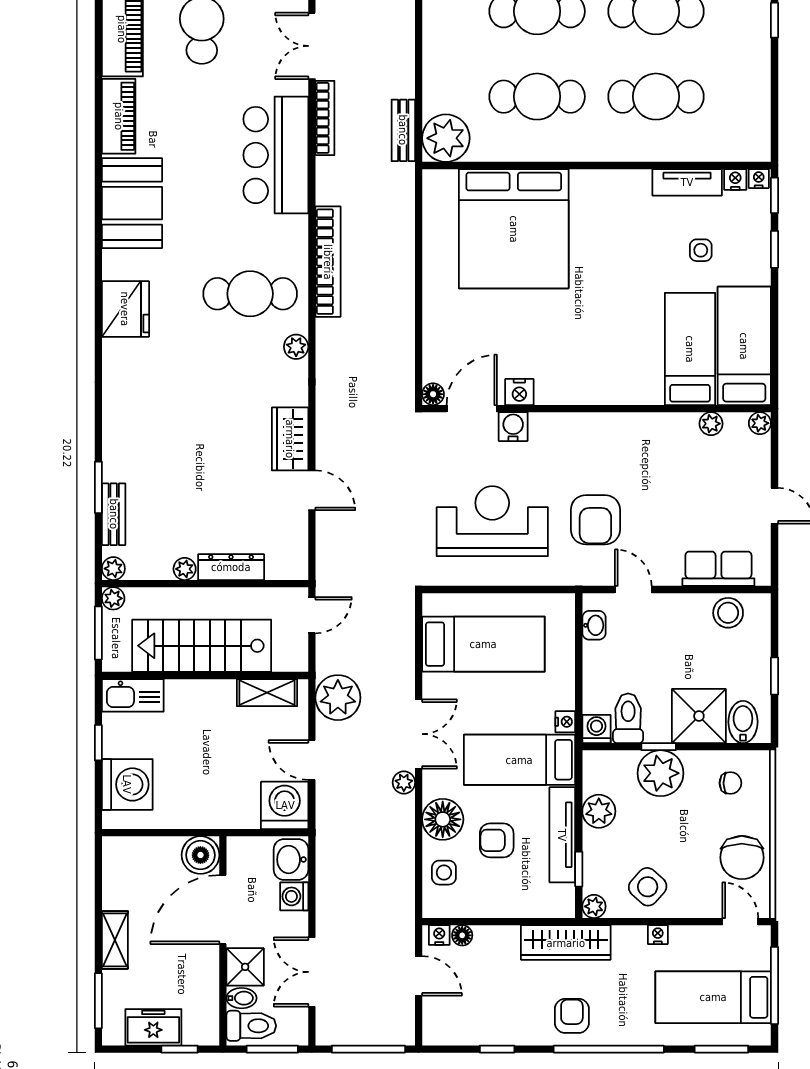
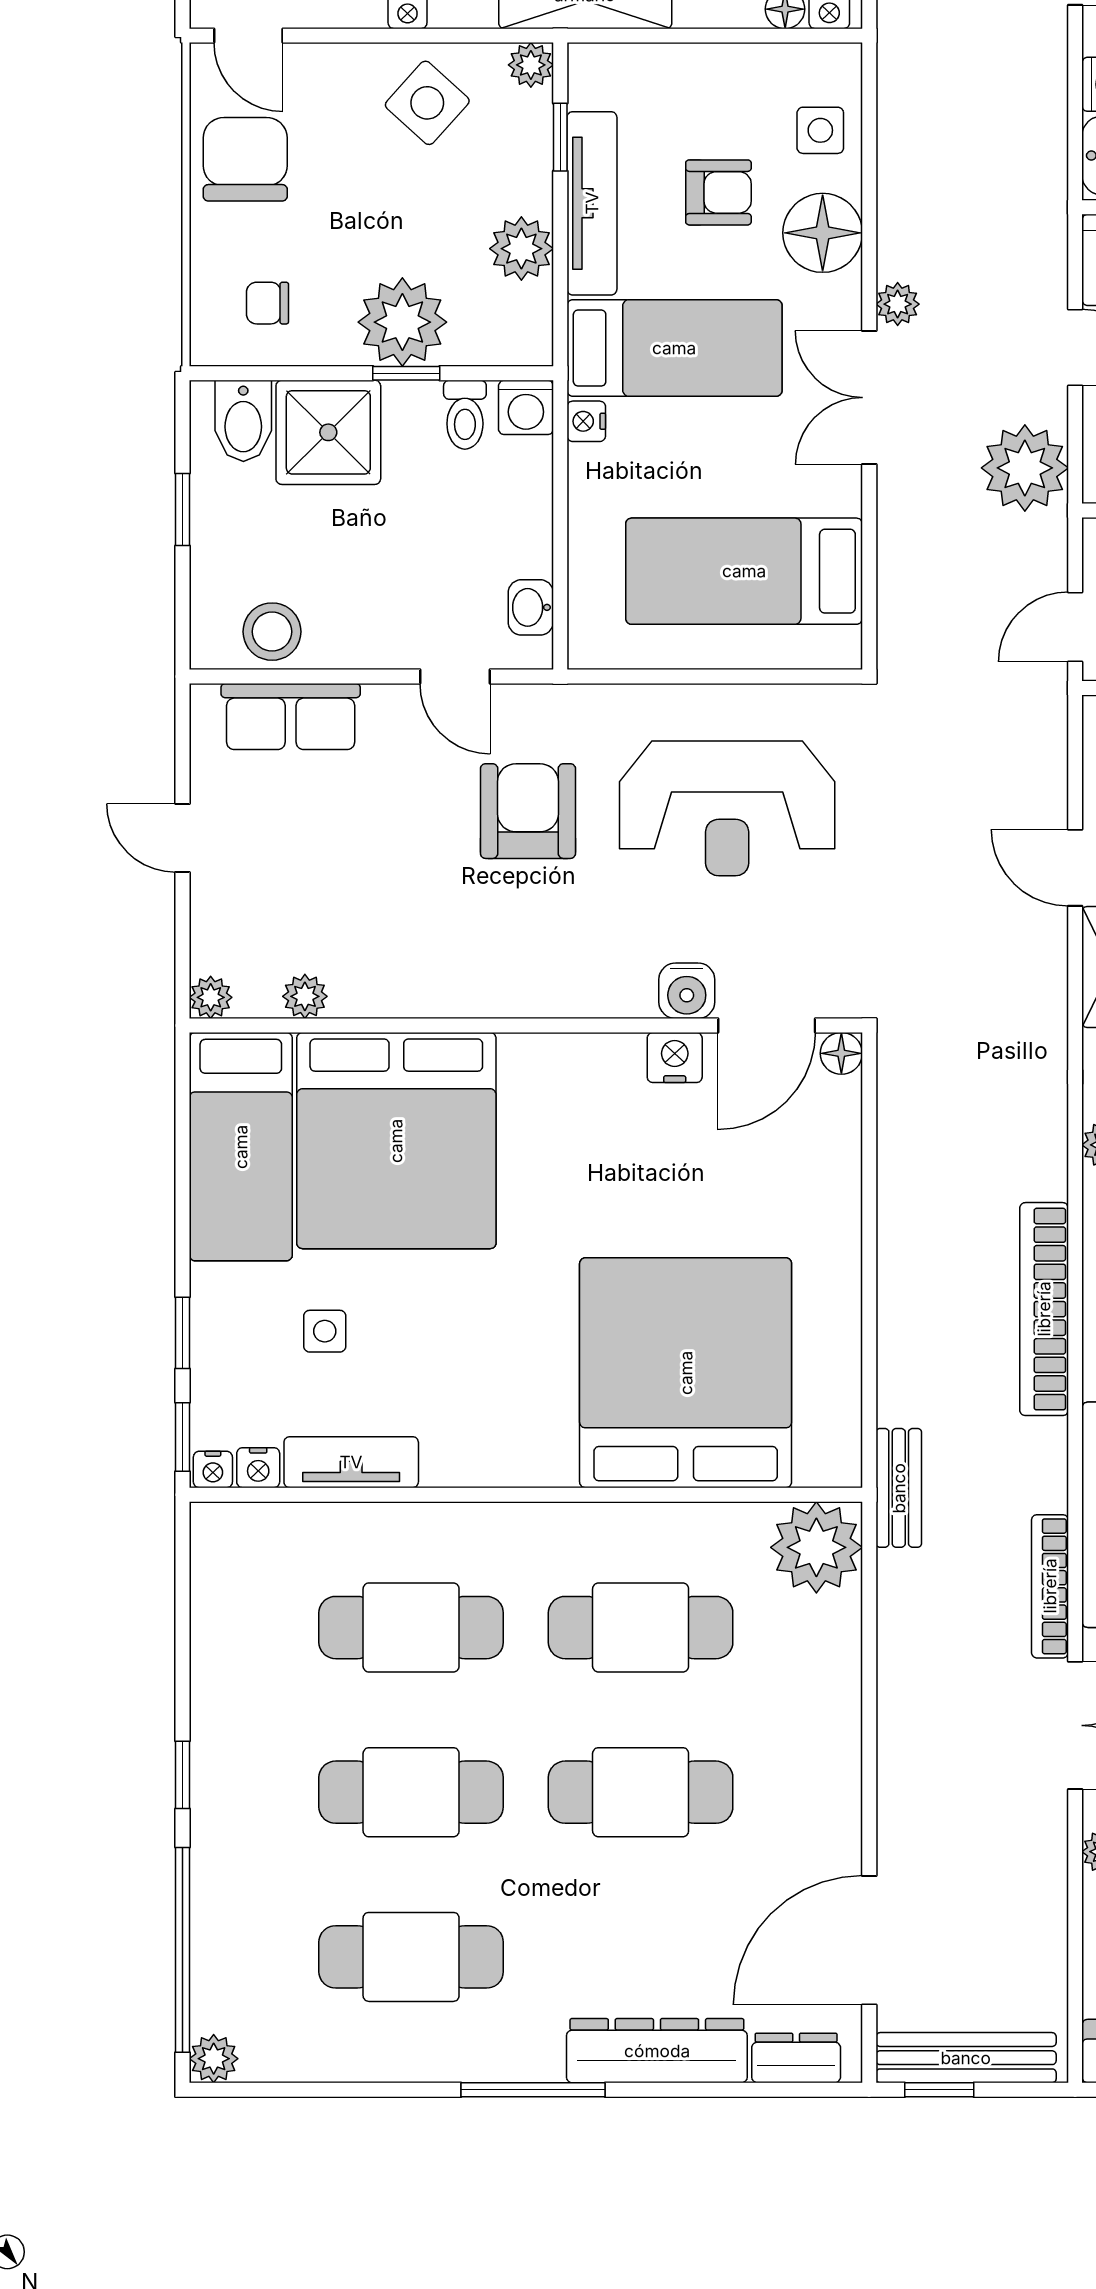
bench: (403, 130) -> (899, 1488), moved
bed: (690, 349) -> (396, 1141), width x2.04
toilet: (628, 718) -> (465, 415), width x0.73, depth x0.72

